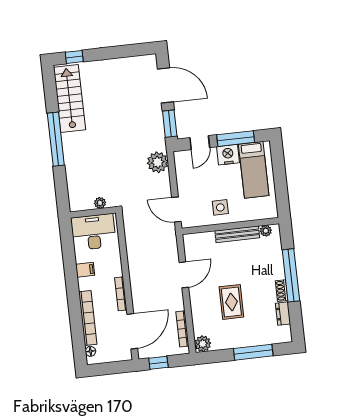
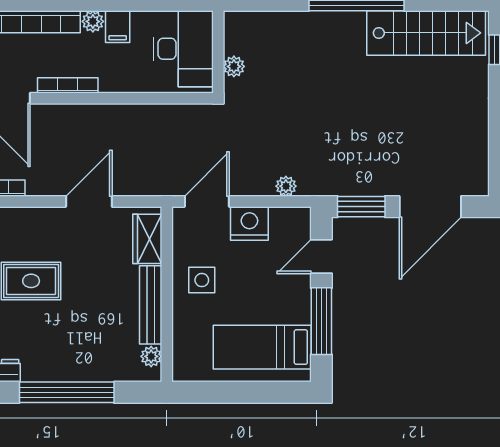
door: (200, 143) -> (321, 256), hinge flipped
nightstand: (228, 155) -> (249, 223), moved, turned -90
plant: (158, 162) -> (286, 186), width x0.53, depth x0.53
wardrobe: (201, 240) -> (147, 239), added
door: (184, 275) -> (89, 201), swing flipped
plant: (84, 284) -> (93, 21), added
shoe rack: (282, 291) -> (41, 373), removed

